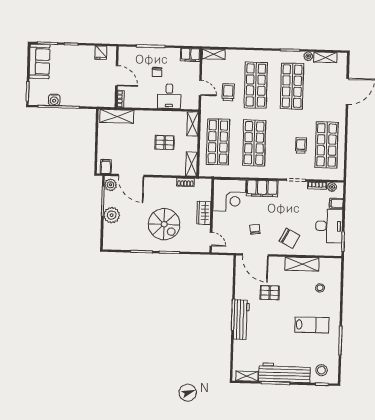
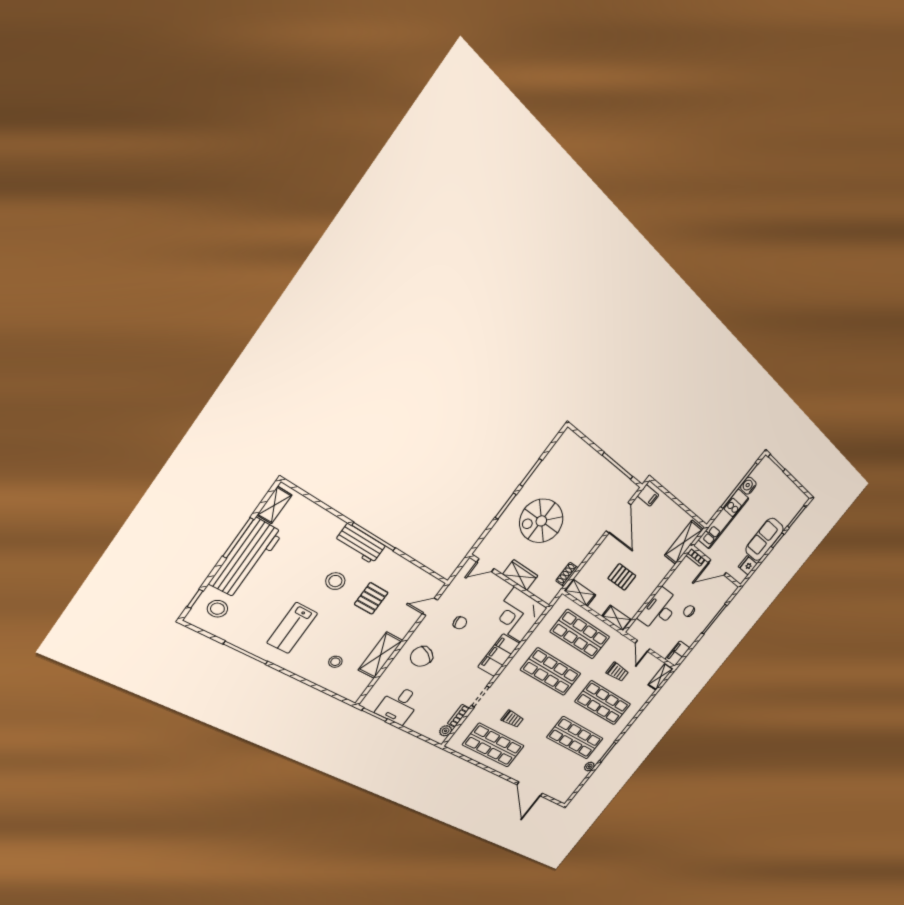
shelving: (325, 57) -> (576, 782), removed
sofa: (40, 61) -> (765, 539), moved, turned 90
door: (200, 88) -> (643, 646), hinge flipped
desk: (169, 96) -> (659, 610), width x1.37
kitchen unit: (85, 100) -> (723, 519), added
pallet: (165, 143) -> (622, 577), turned 90
door: (131, 175) -> (618, 518), swing flipped
plant: (110, 185) -> (627, 487), removed
filing cabinet: (336, 203) -> (424, 727), removed
plant: (112, 215) -> (596, 465), removed
desk: (329, 226) -> (399, 705), width x0.73
door: (255, 255) -> (430, 607), width x0.53
stool: (271, 319) -> (335, 581), added
workbench: (241, 320) -> (360, 544), width x0.73

